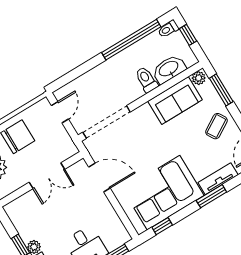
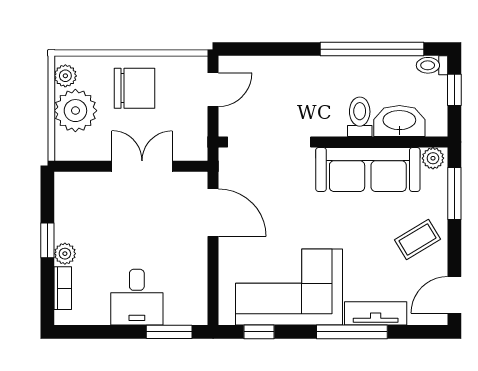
sofa: (175, 100) -> (368, 169), width x1.36
double door: (47, 176) -> (142, 166), swing flipped
window: (211, 196) -> (352, 332), width x1.44

